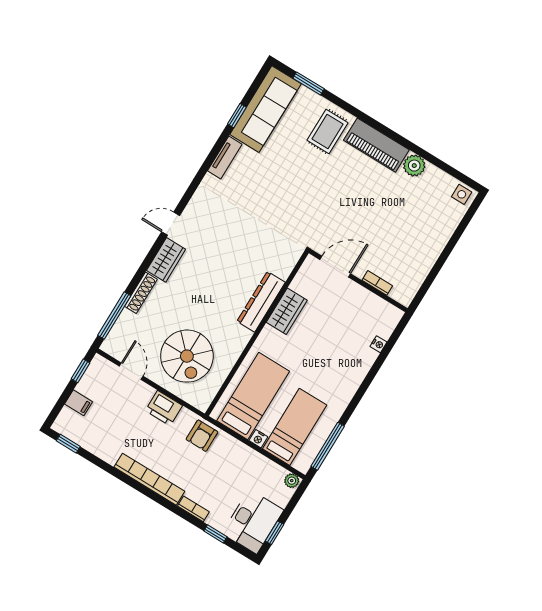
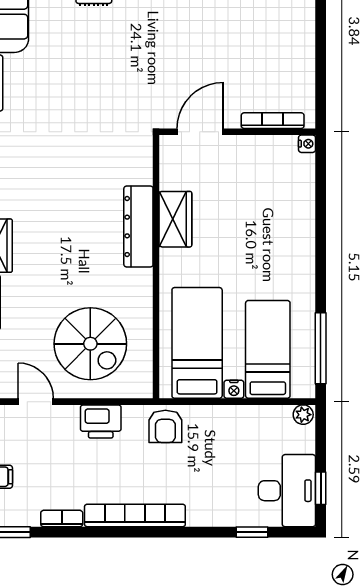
bookcase: (377, 283) -> (273, 121), width x1.56
nightstand: (378, 344) -> (307, 144), moved
bookcase: (193, 509) -> (62, 519), moved

